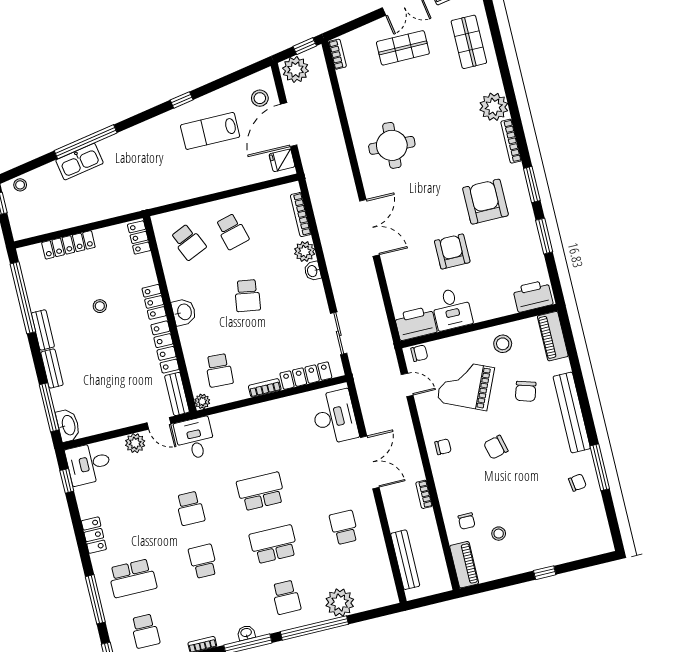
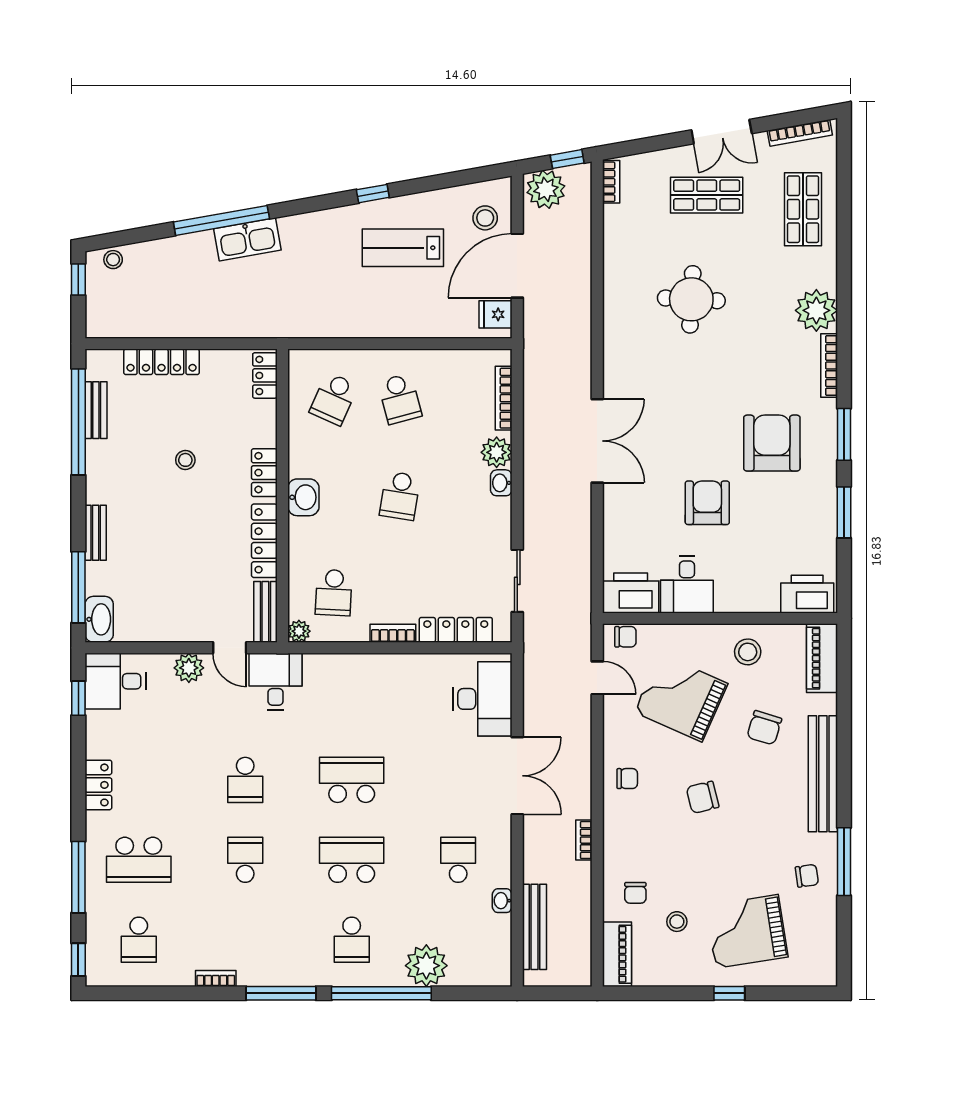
round table: (392, 145) -> (691, 299), moved
kitchen sink: (79, 162) -> (247, 239), moved
school desk: (188, 242) -> (334, 399), turned 48
bench: (43, 330) -> (96, 410), moved
grand piano: (547, 529) -> (747, 931), added
washbasin: (246, 633) -> (502, 901), moved, turned -90

